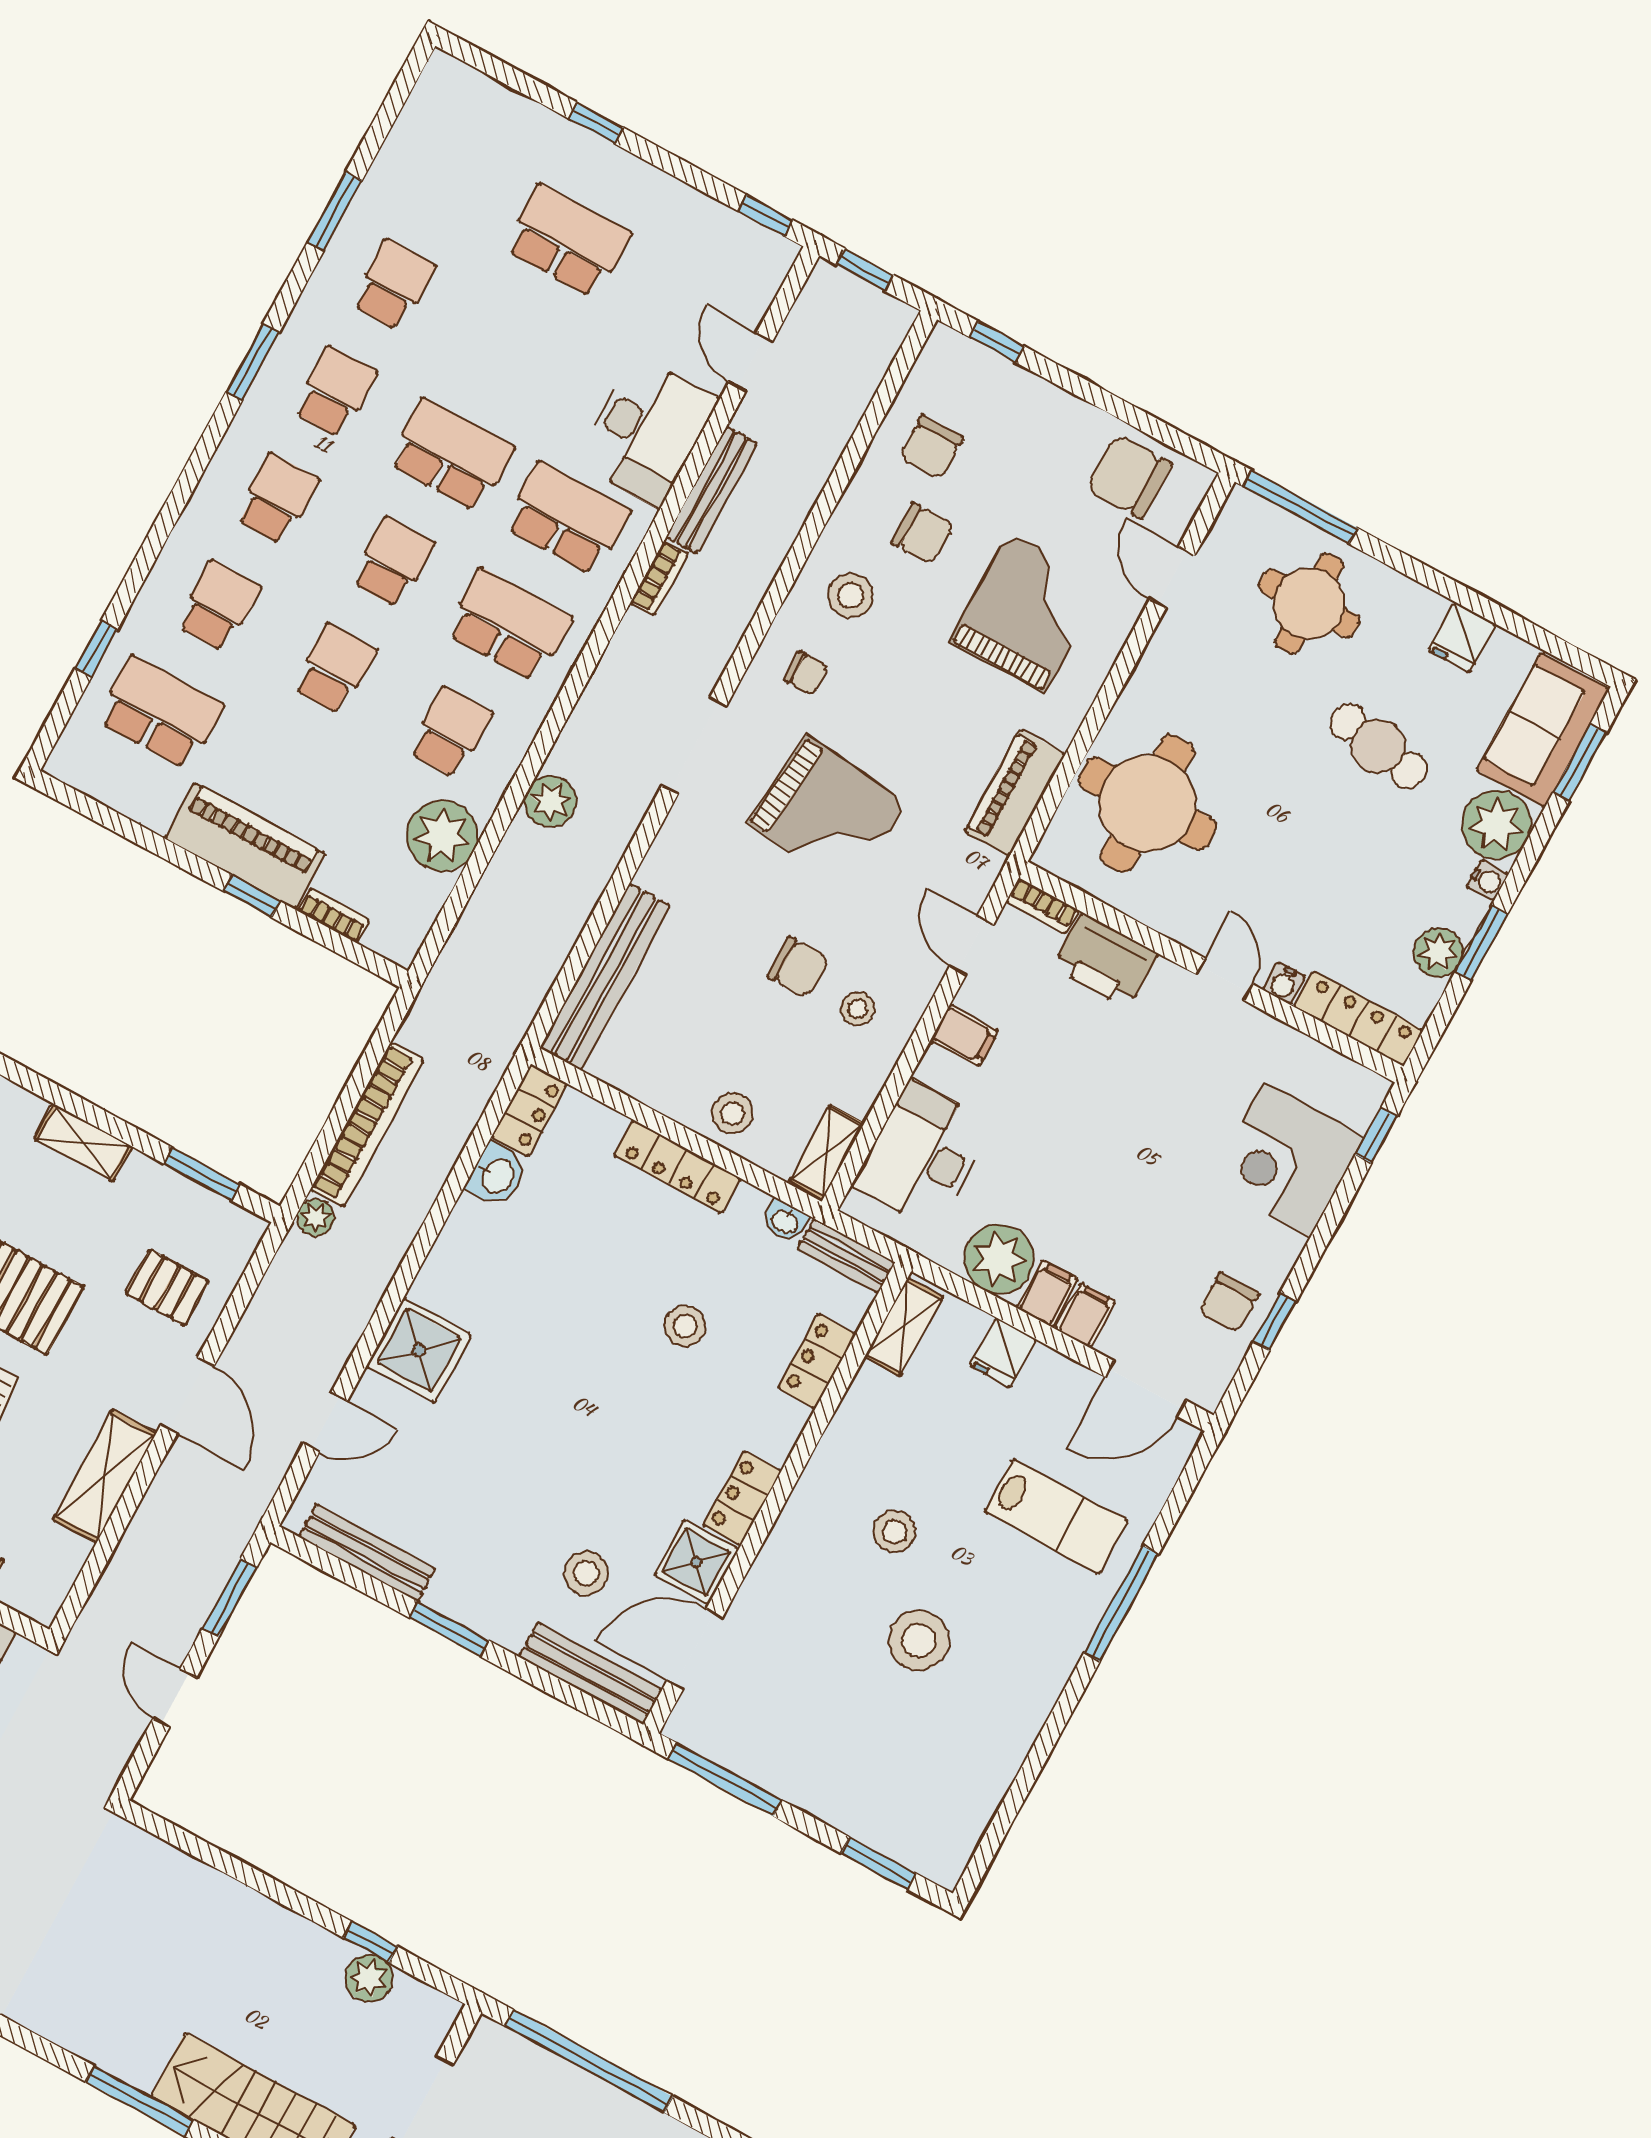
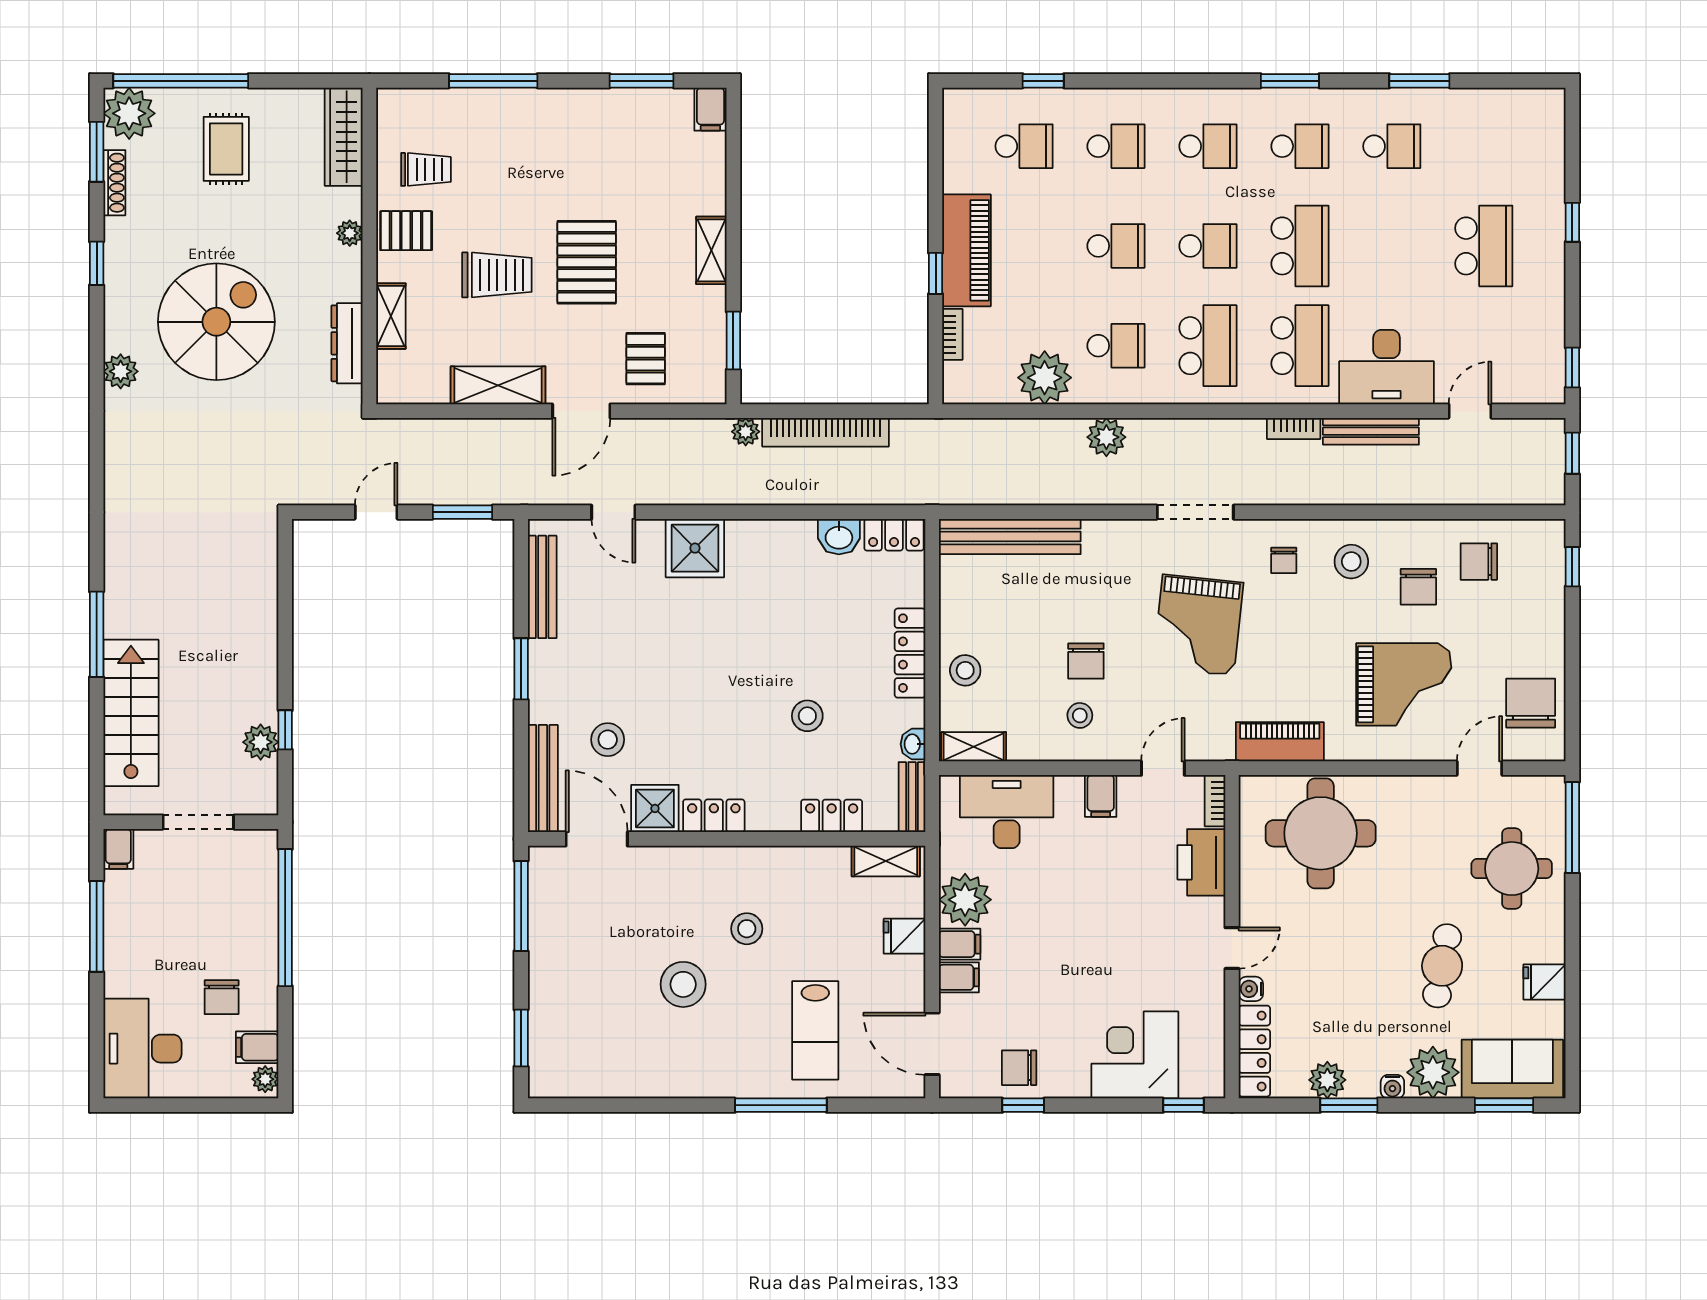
school desk: (160, 713) -> (1024, 146), width x0.54

